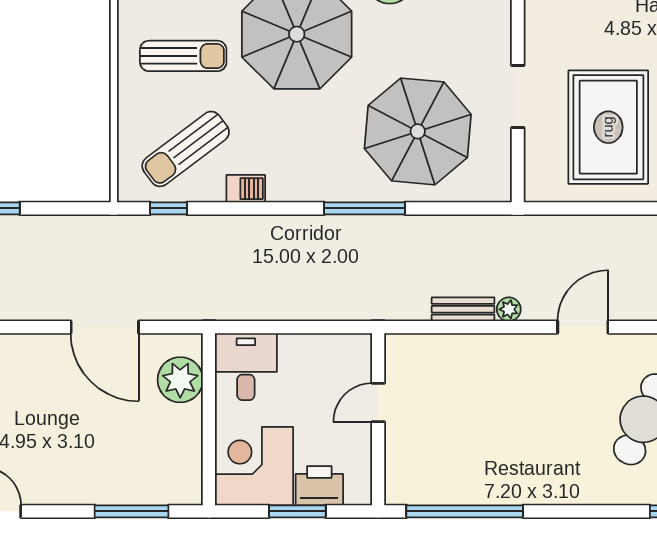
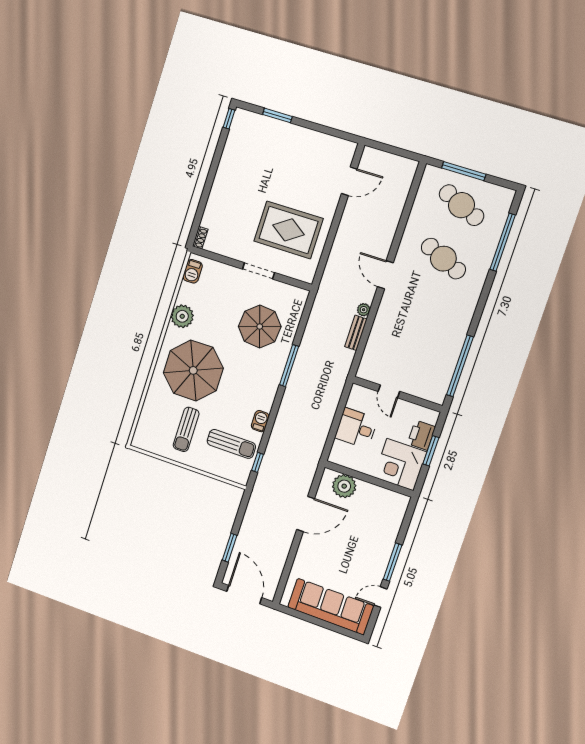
sun lounger: (183, 56) -> (186, 429), turned 180
parasol: (418, 131) -> (260, 327), width x0.73, depth x0.73
sun lounger: (186, 149) -> (231, 444), turned -53
desk: (246, 367) -> (356, 428), moved
window: (132, 511) -> (393, 562), moved

